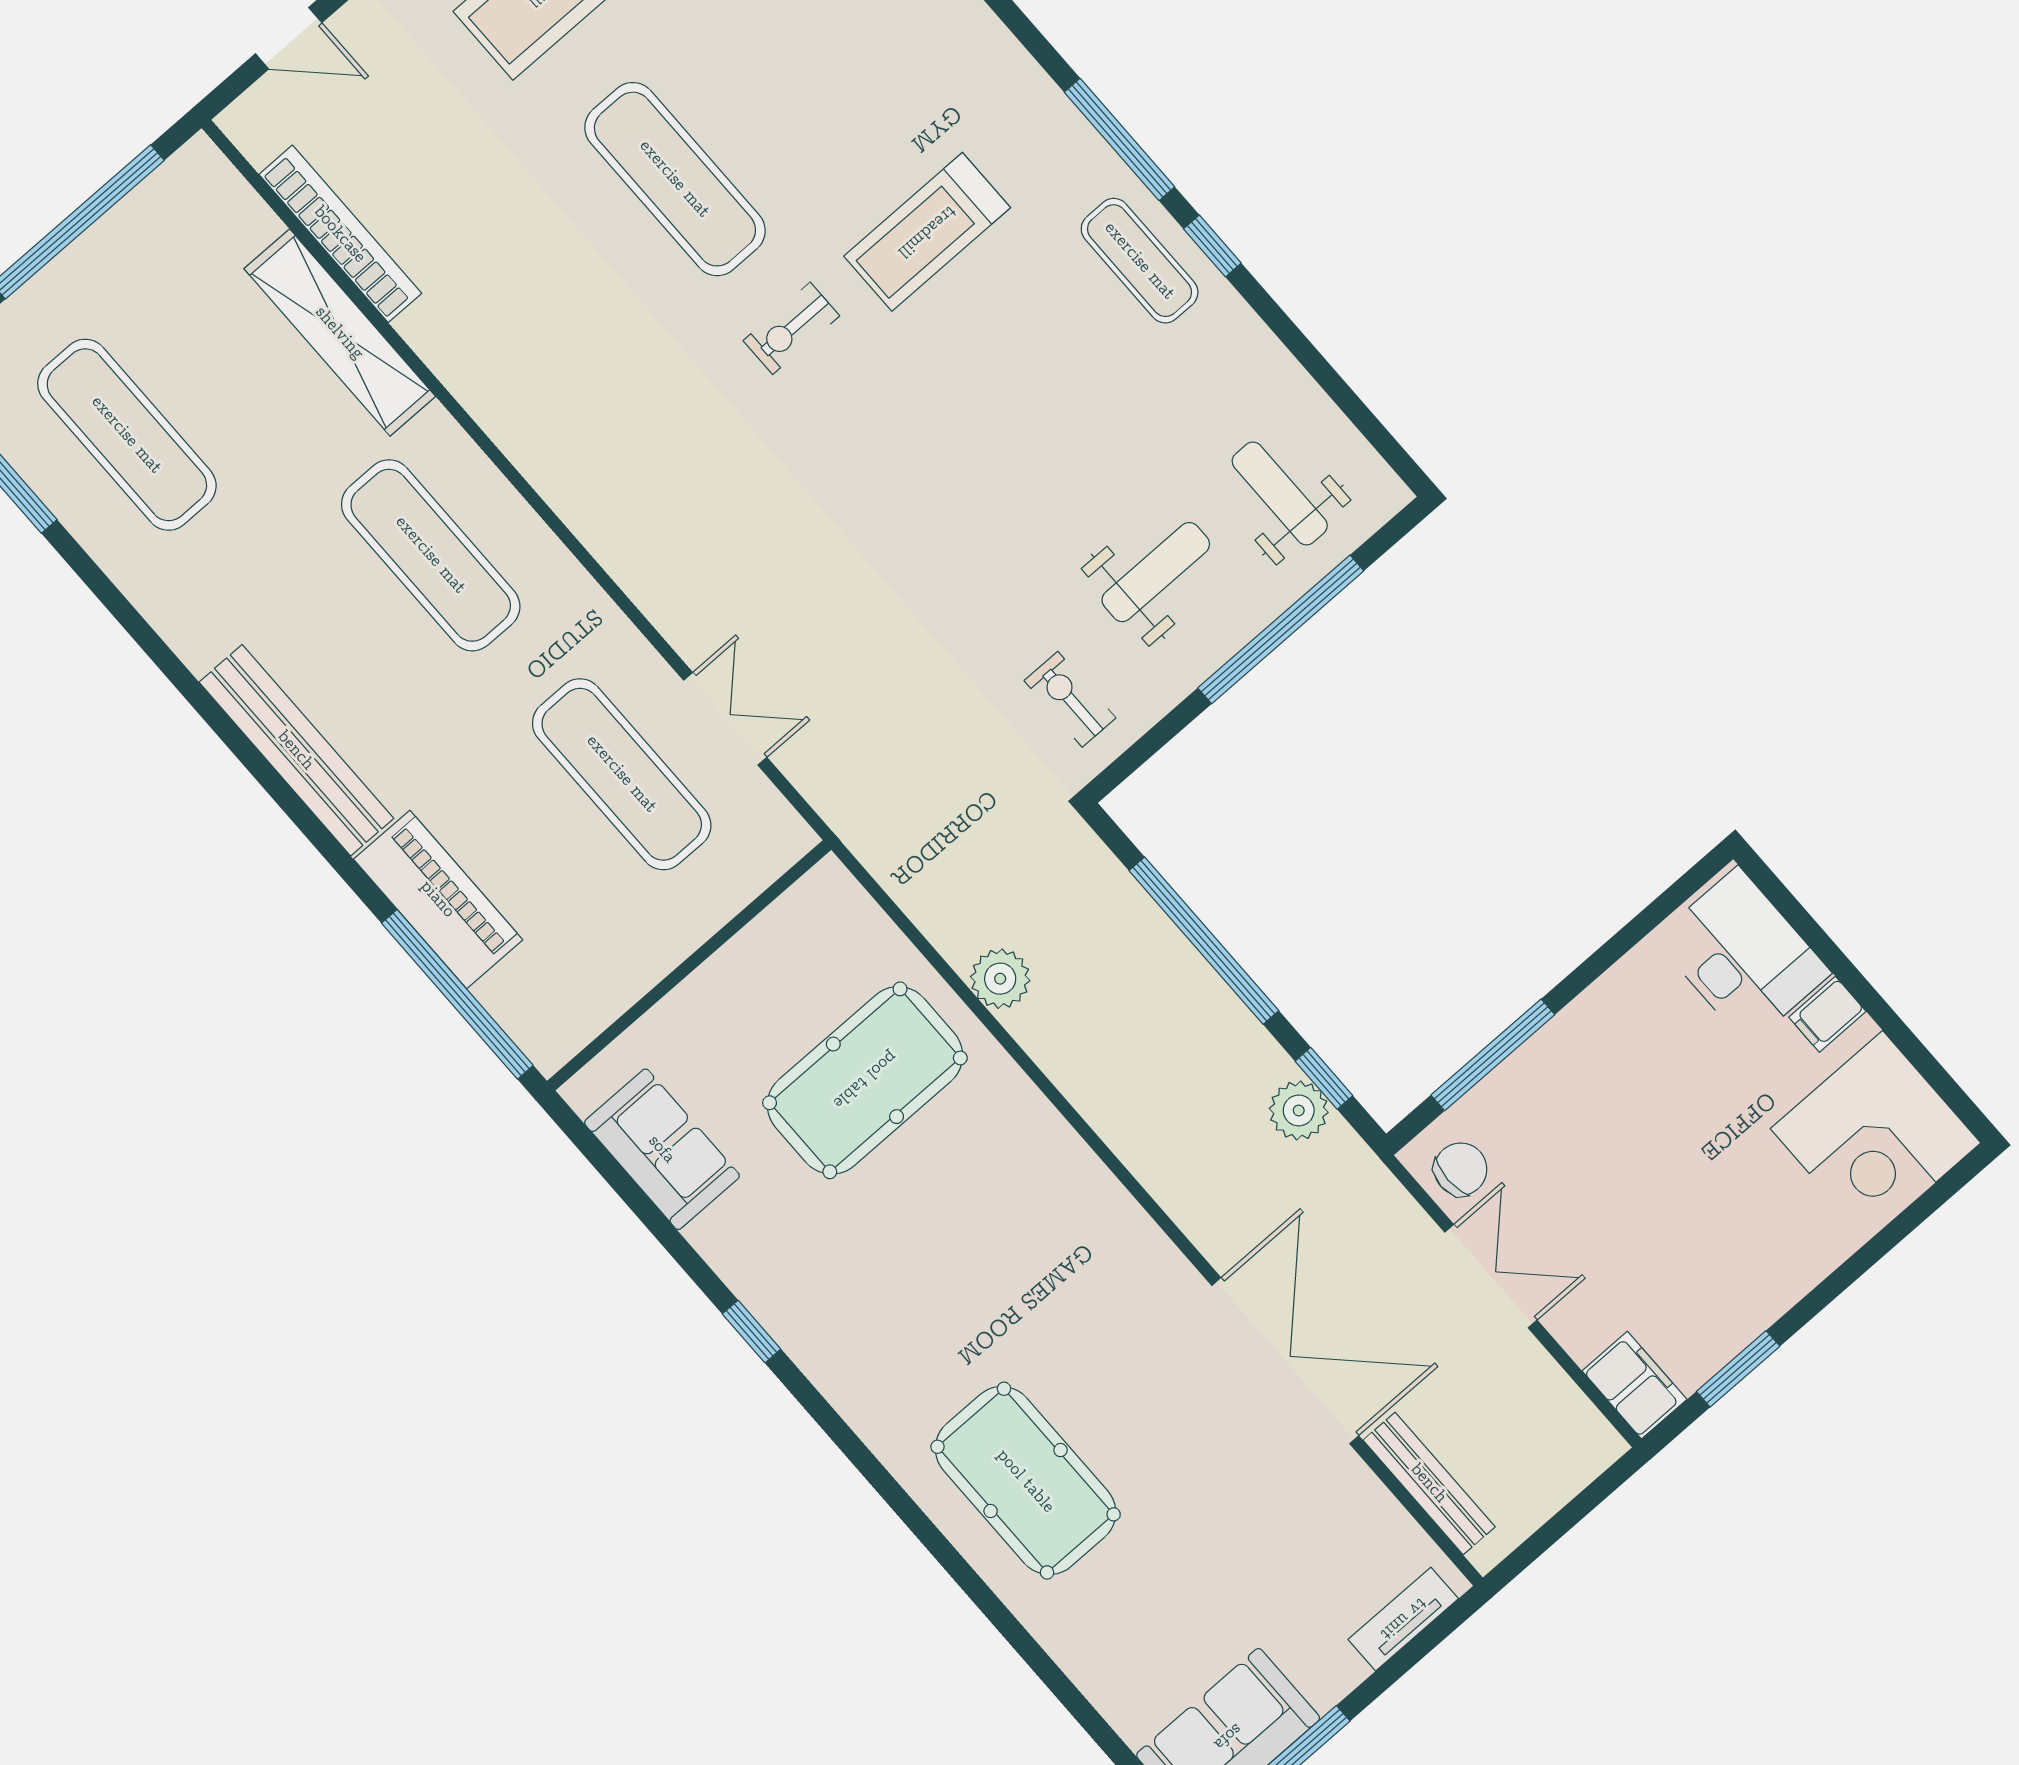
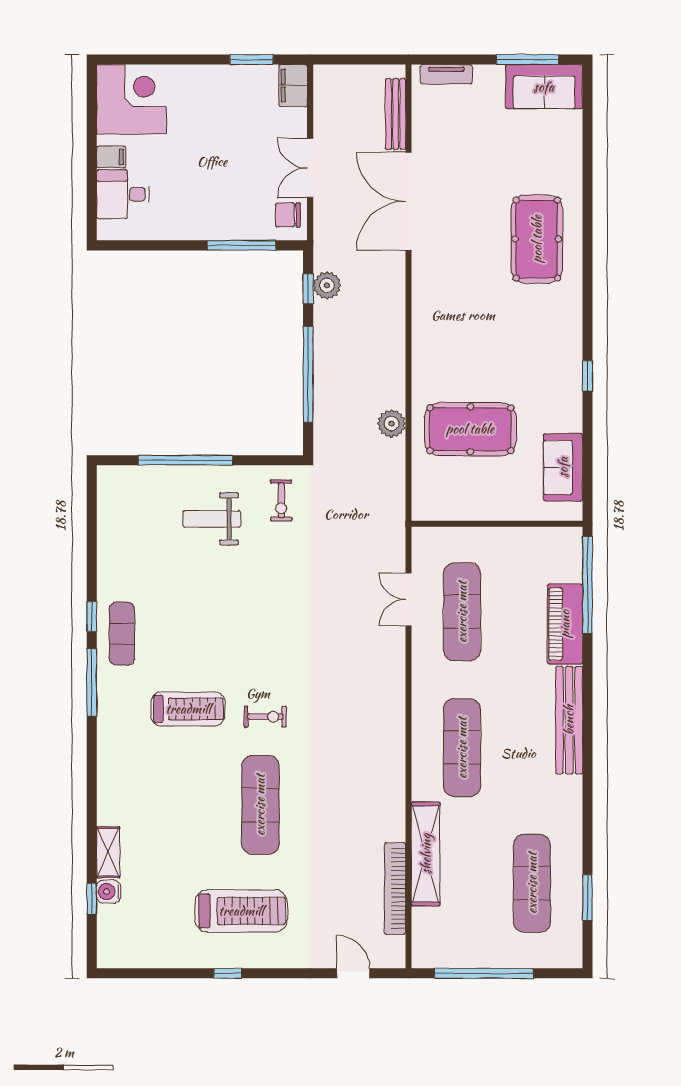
weight bench: (1280, 494) -> (144, 509), removed
desk: (1743, 956) -> (123, 194), width x0.73

